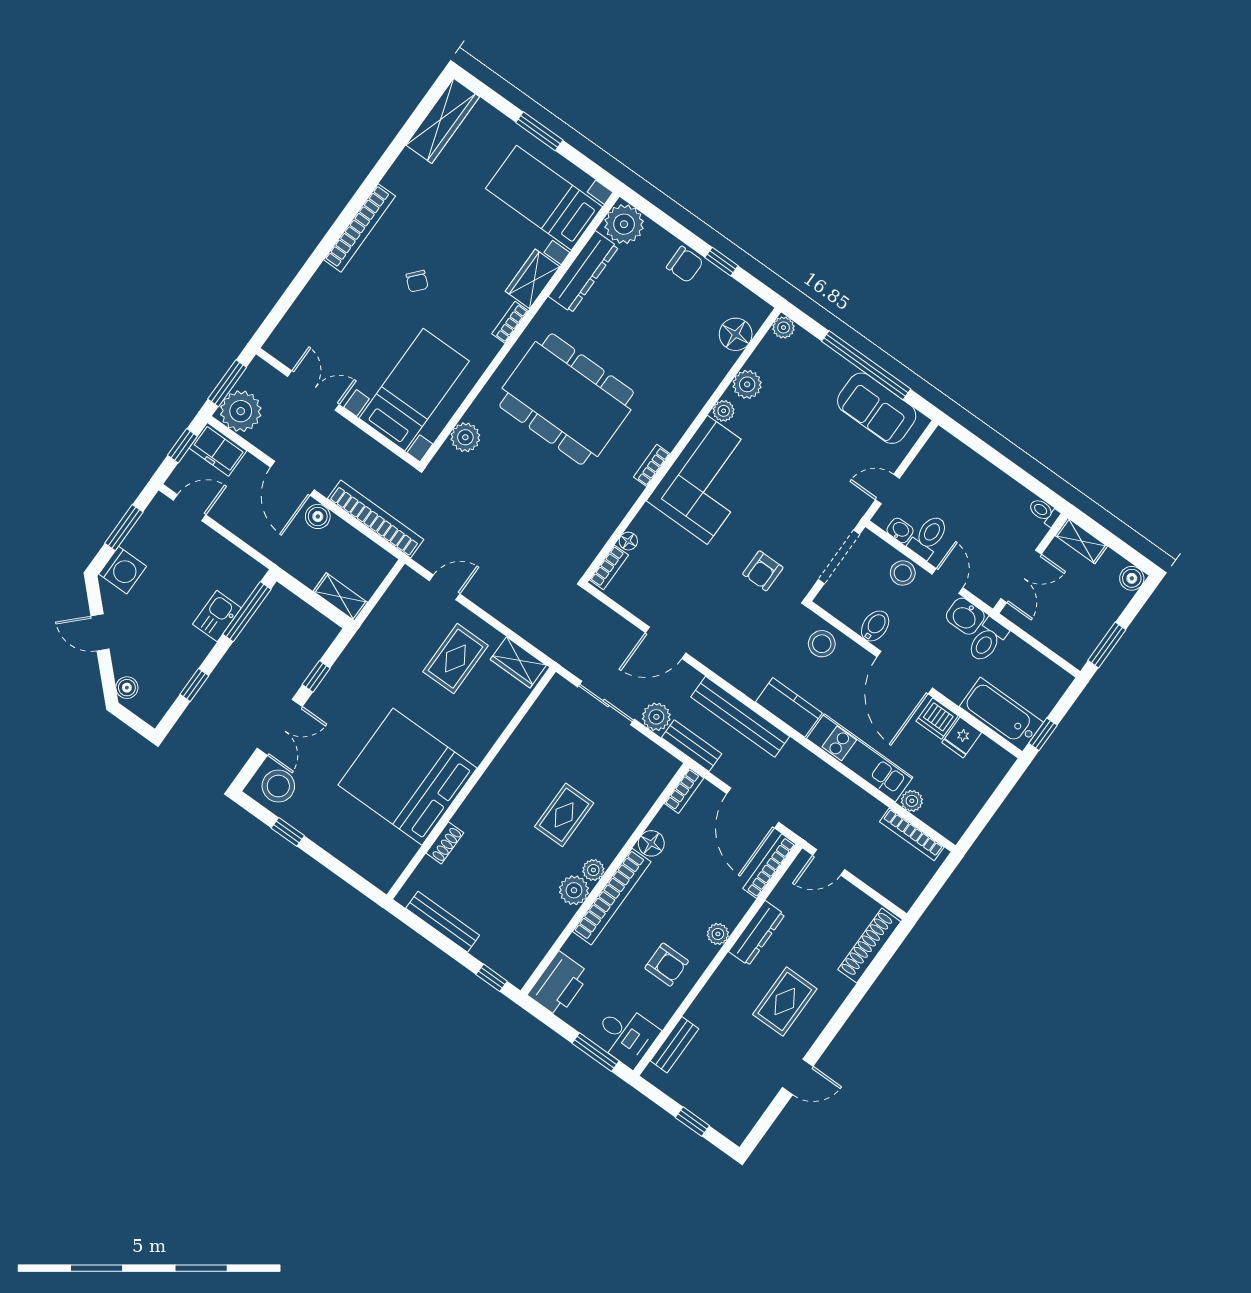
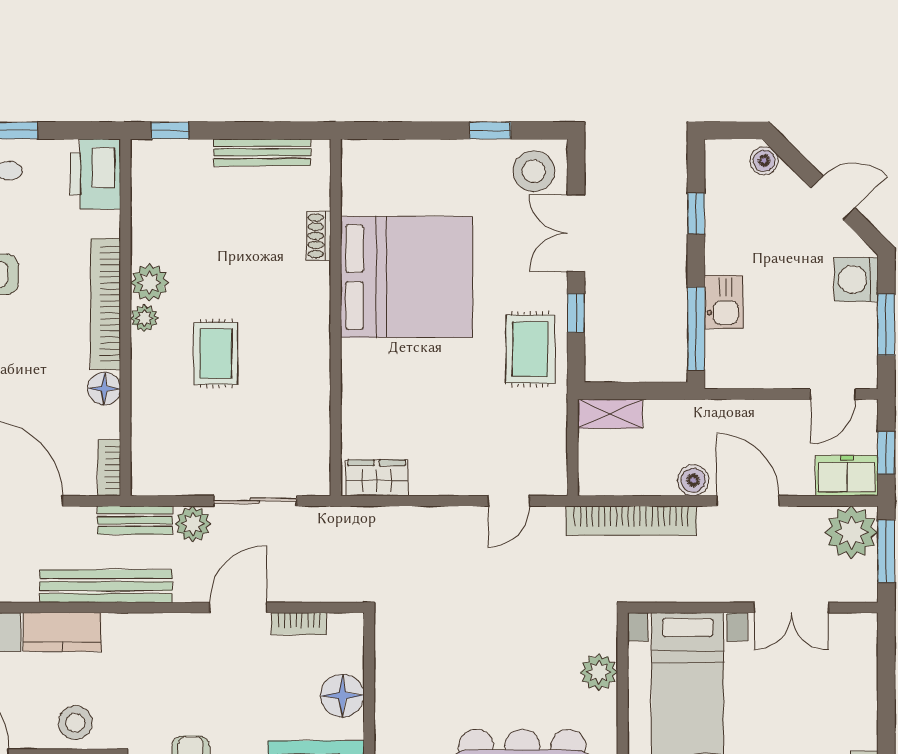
floor lamp: (628, 541) -> (342, 696), width x1.89, depth x1.89
bookcase: (609, 567) -> (299, 624), moved, turned -90
rug: (455, 659) -> (530, 349), moved

